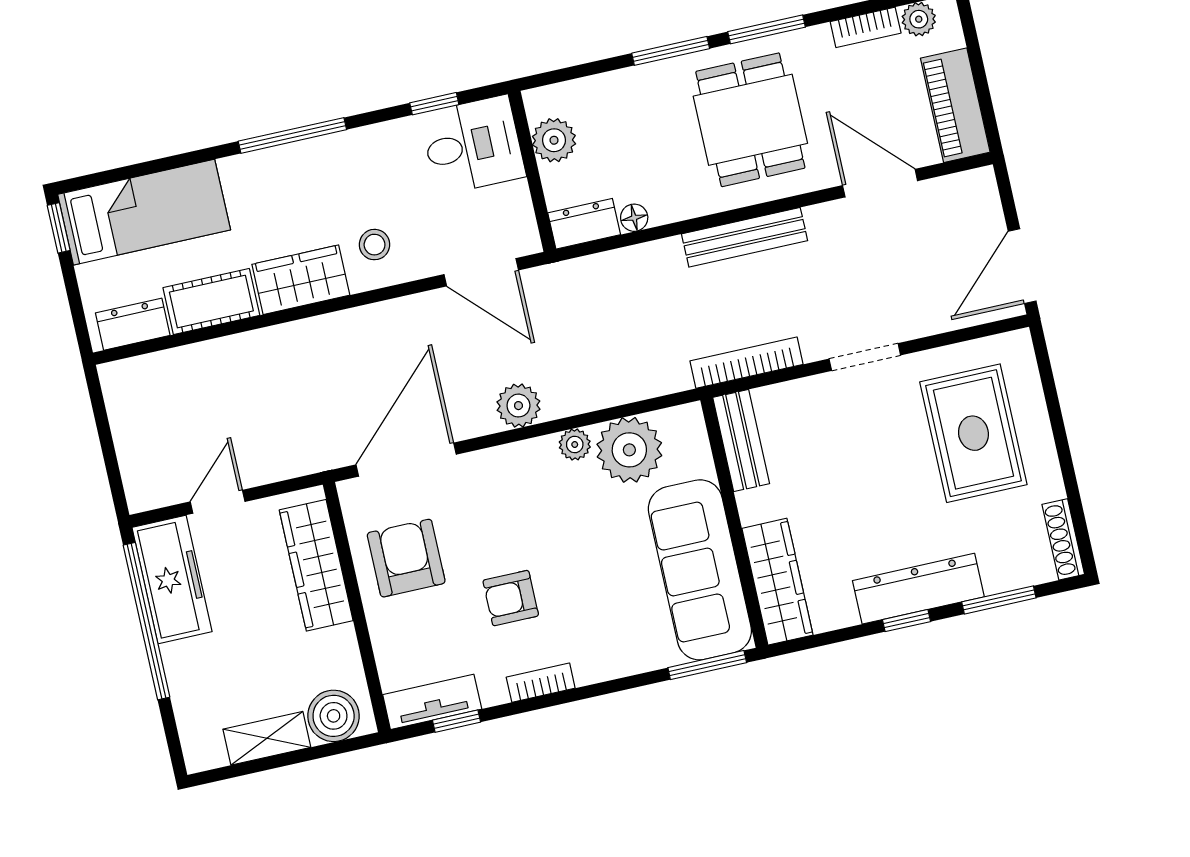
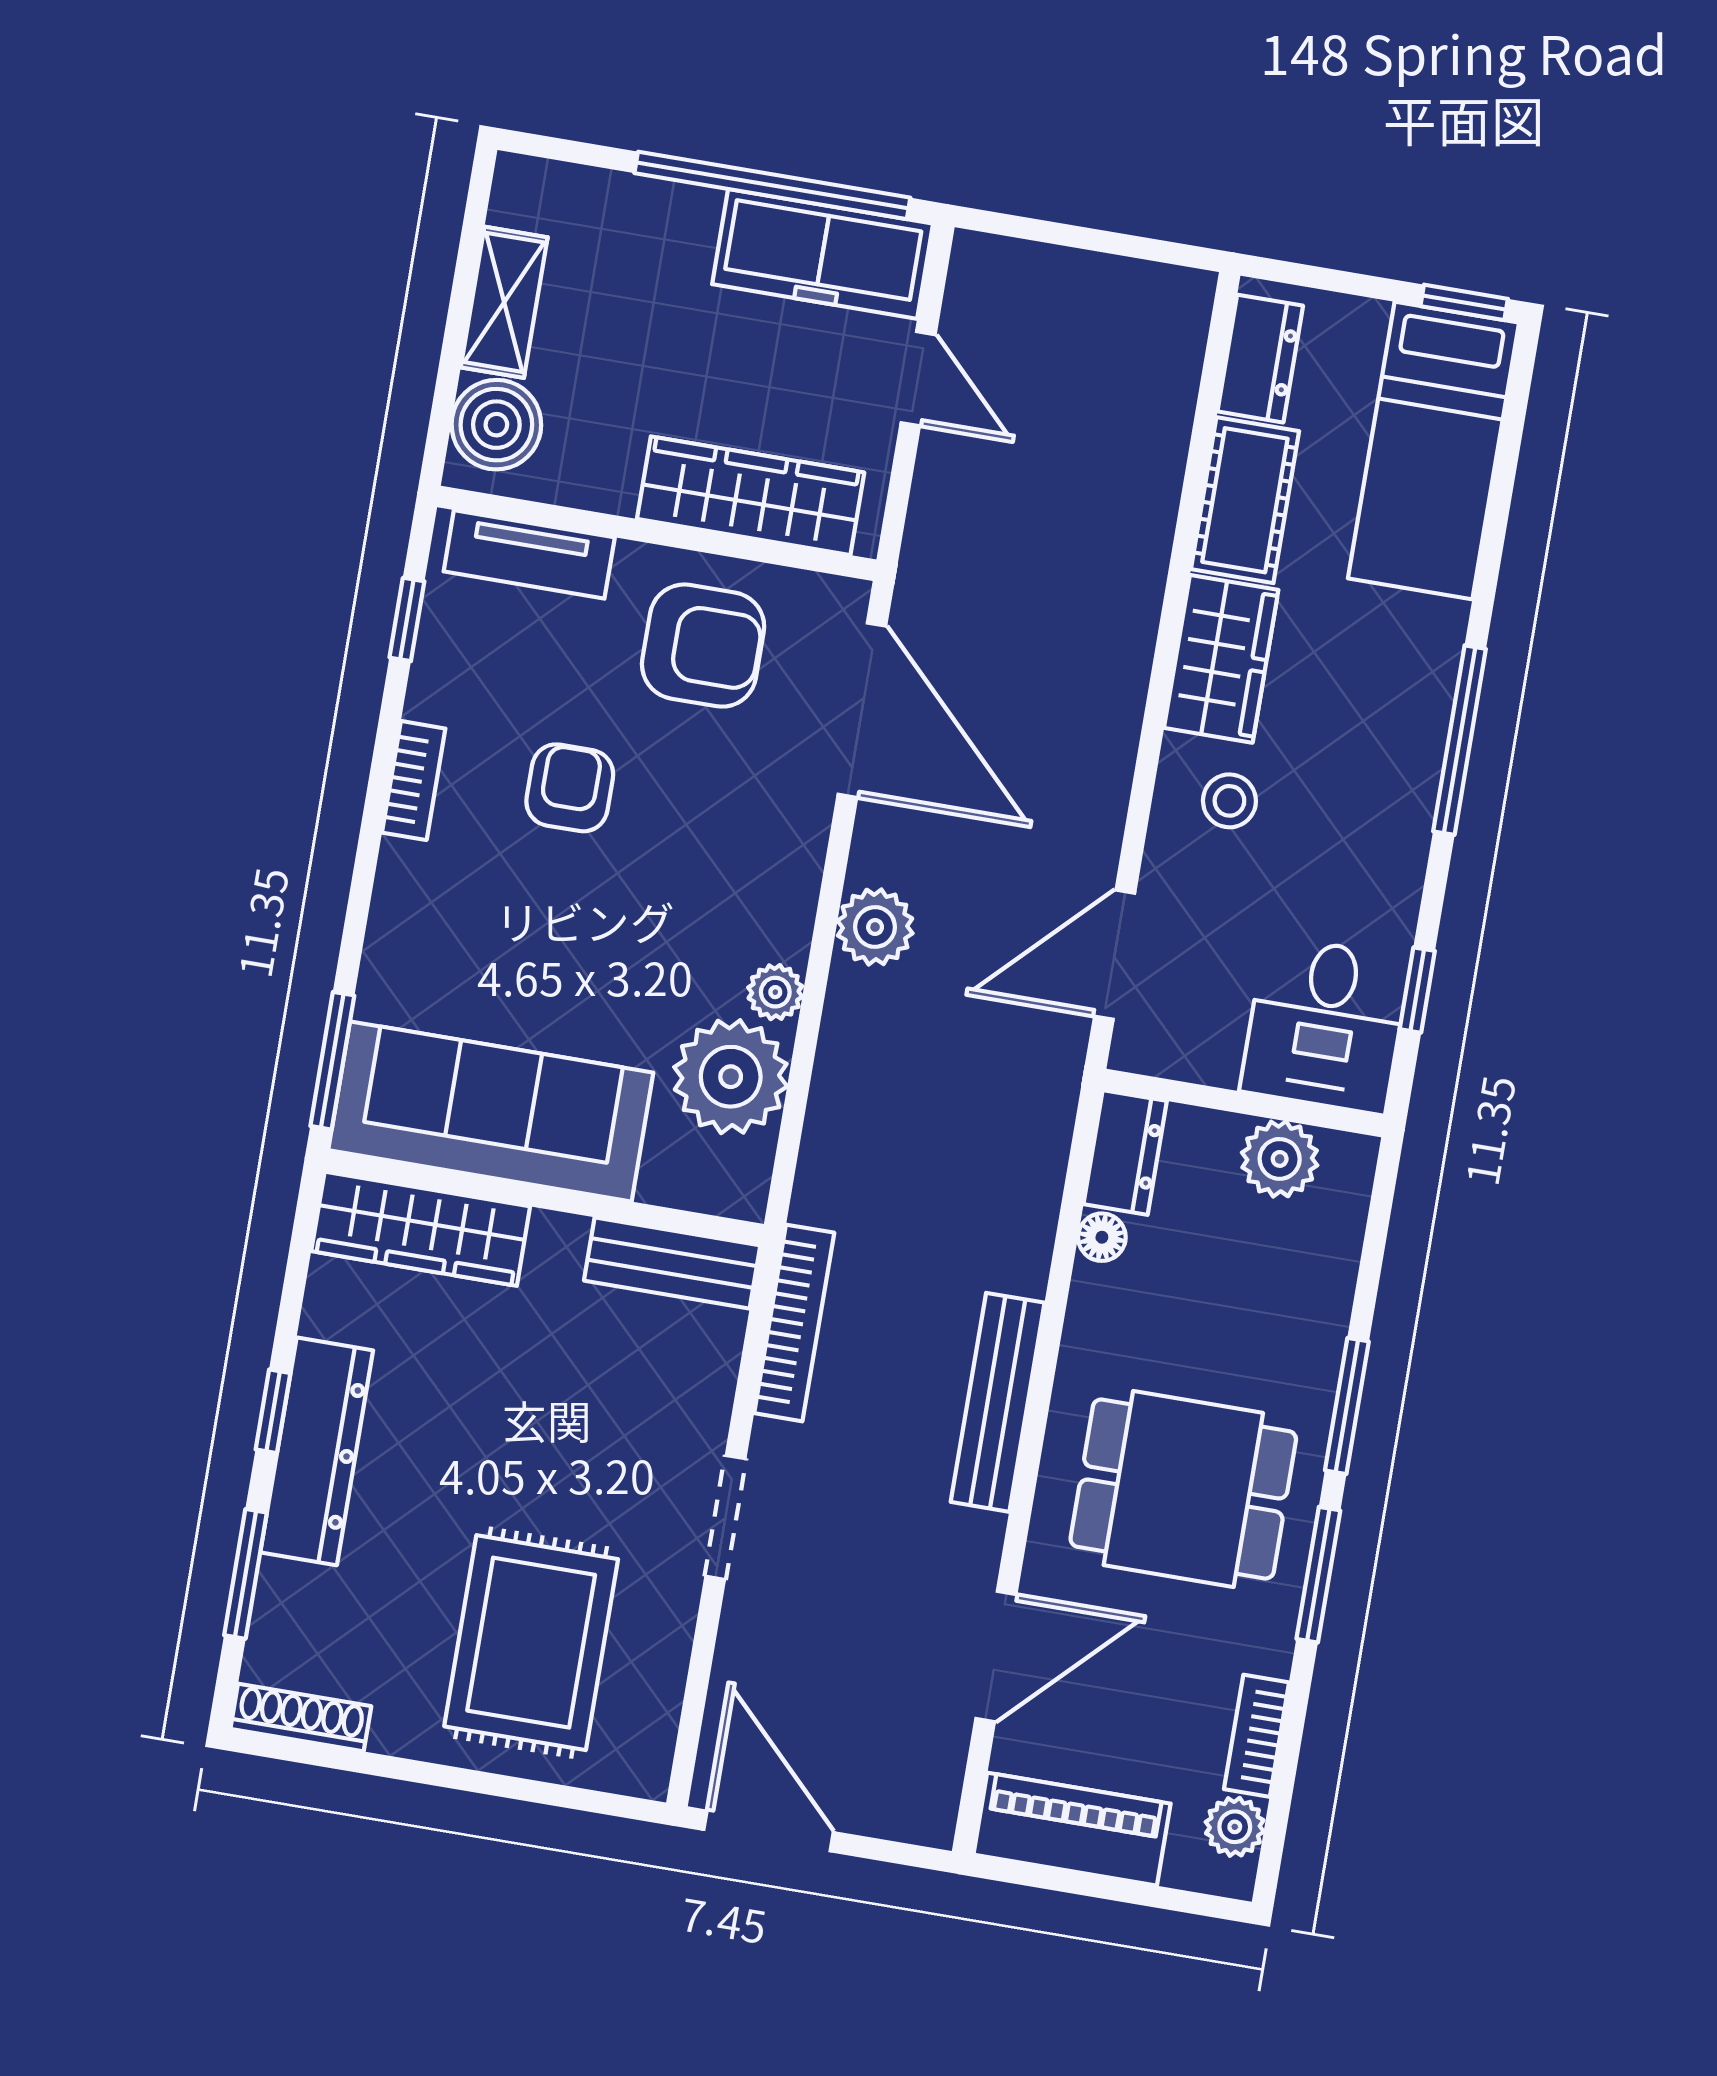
rug: (973, 433) -> (531, 1643), turned 90
tv unit: (432, 702) -> (529, 554), moved, turned 90

